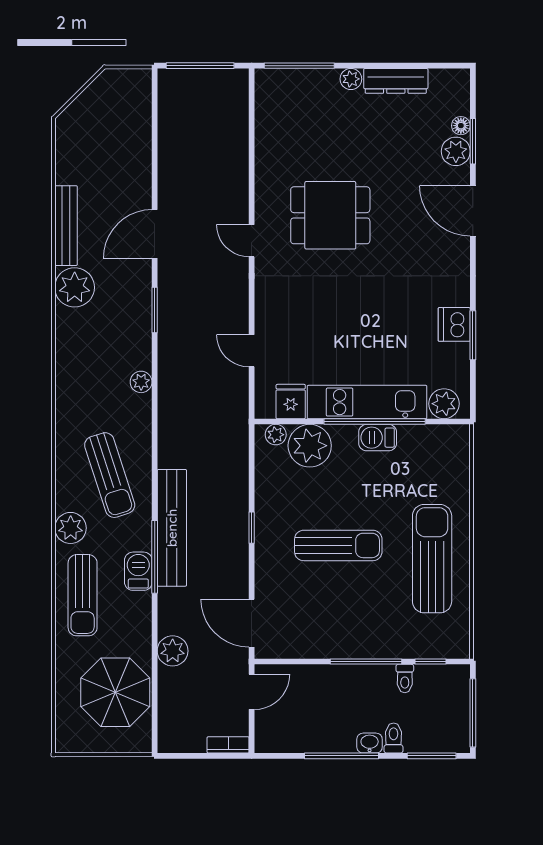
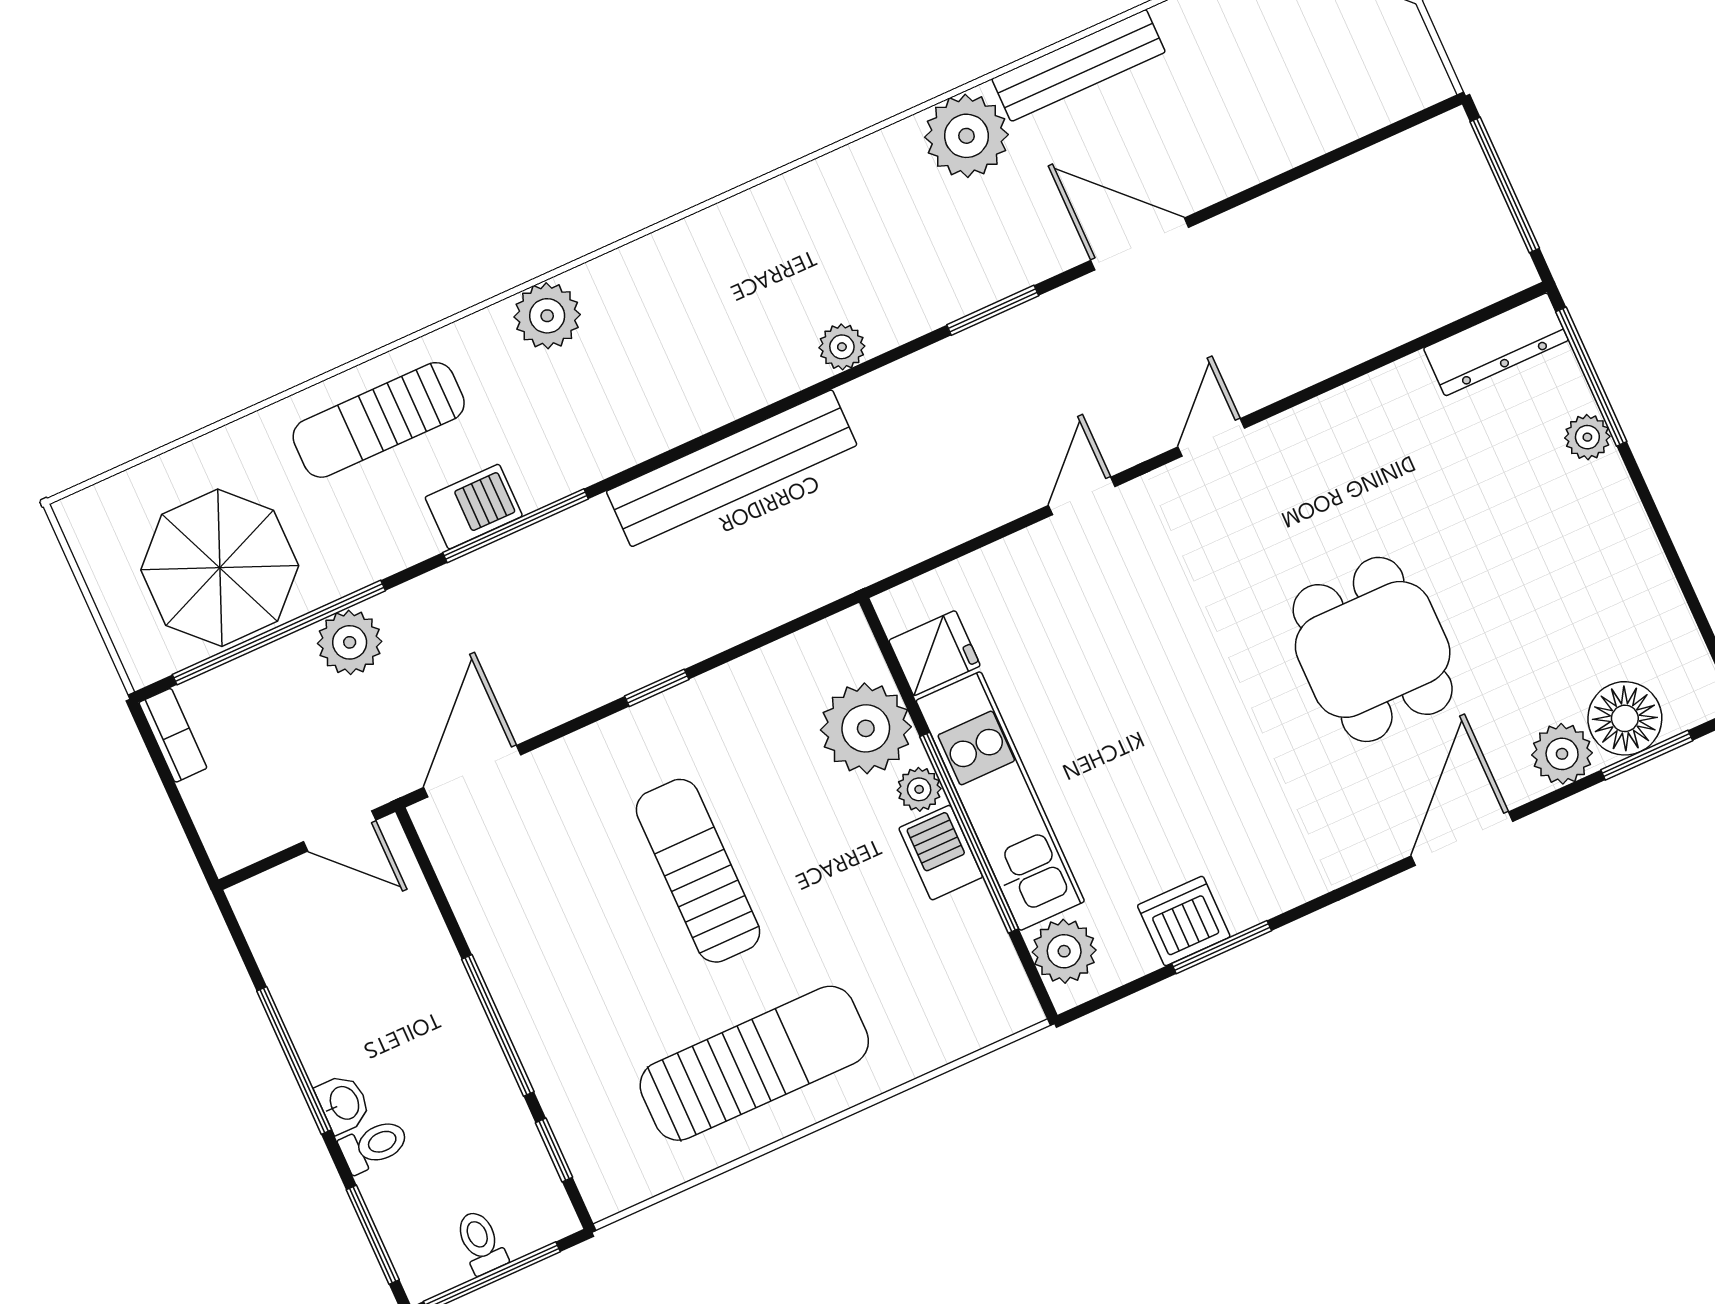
plant: (351, 79) -> (1587, 437), moved
dresser: (396, 81) -> (1496, 344), moved, turned -90
floor lamp: (461, 126) -> (1625, 718), width x1.89, depth x1.89
window: (473, 141) -> (1647, 755), moved
dining table: (330, 215) -> (1373, 649), moved
dishwasher: (454, 324) -> (1184, 921), moved
door: (252, 351) -> (1082, 496), moved
plant: (276, 435) -> (919, 789), moved
sun lounger: (110, 475) -> (635, 368), removed
plant: (71, 528) -> (547, 316), moved
bench: (172, 528) -> (732, 468), moved
sun lounger: (338, 545) -> (698, 871), turned 180
window: (155, 679) -> (279, 633), added
toilet: (405, 679) -> (481, 1242), moved, turned 90
bookcase: (228, 745) -> (173, 735), moved

